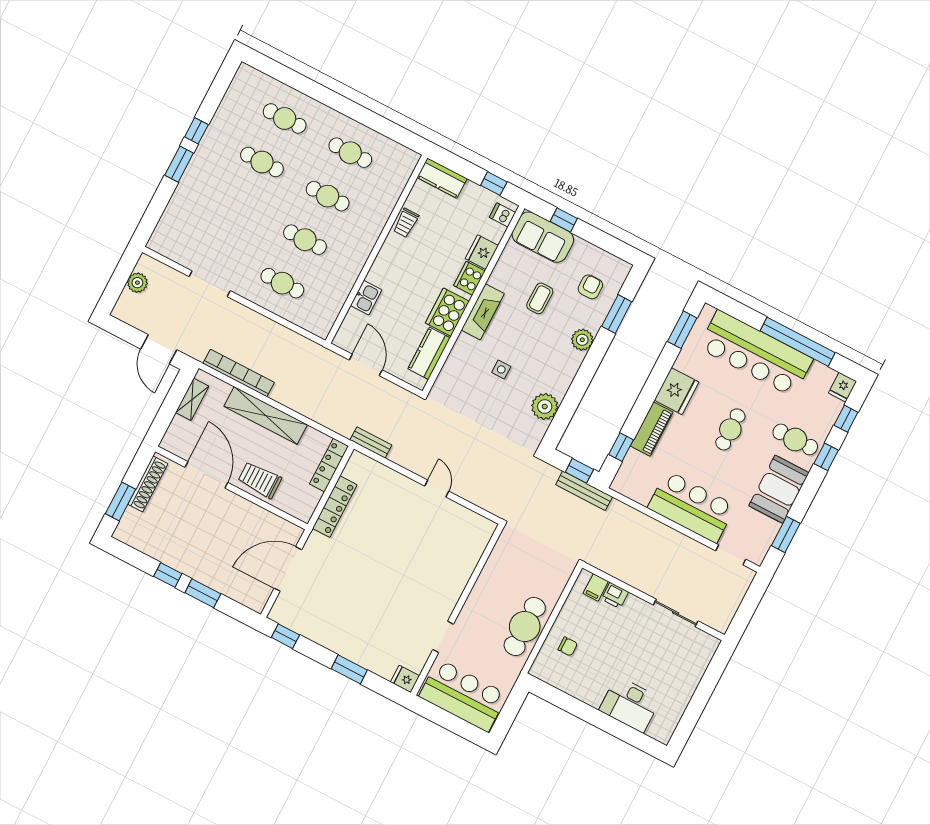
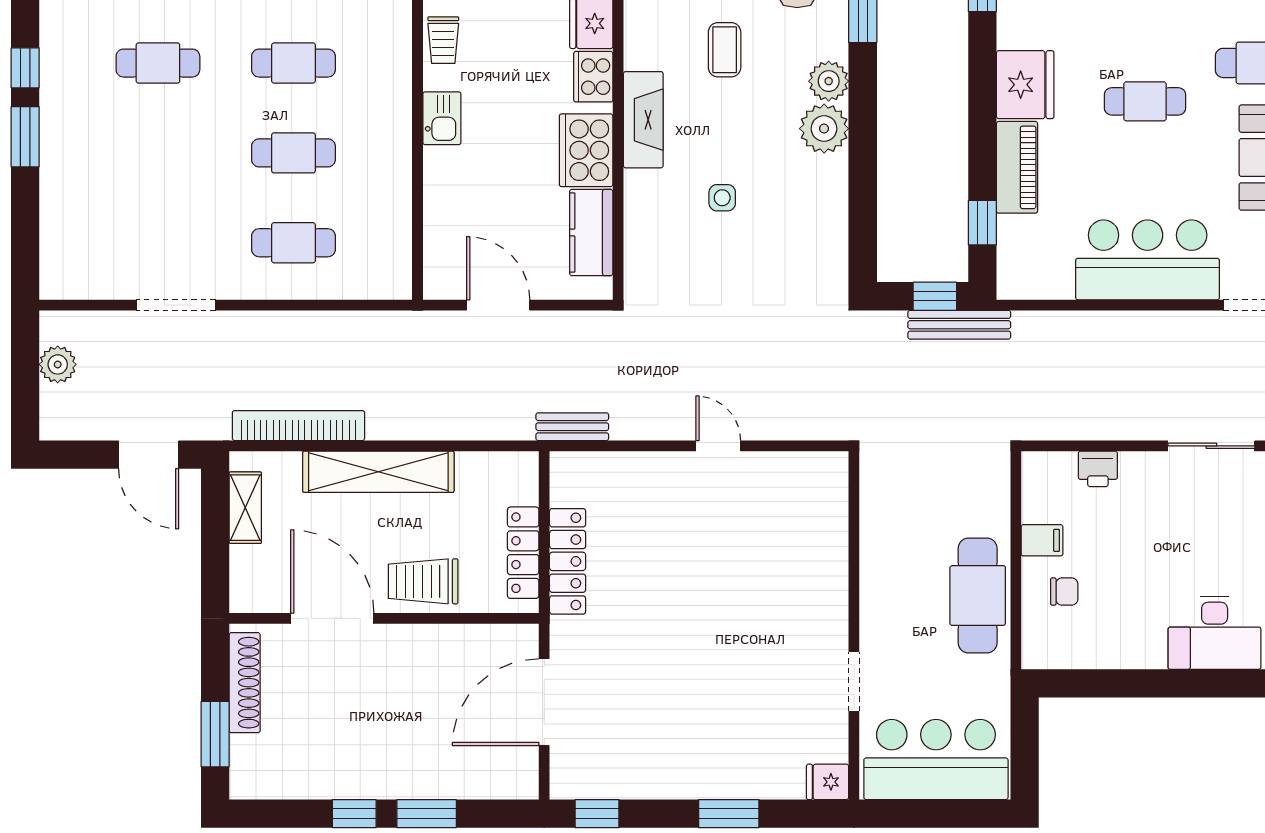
kitchen sink: (366, 298) -> (442, 118), moved
plant: (545, 407) -> (824, 129), moved
cafe table: (730, 429) -> (1145, 101), turned 90
locker: (329, 465) -> (523, 553), moved
filing cabinet: (596, 587) -> (1042, 540), moved, turned -90

